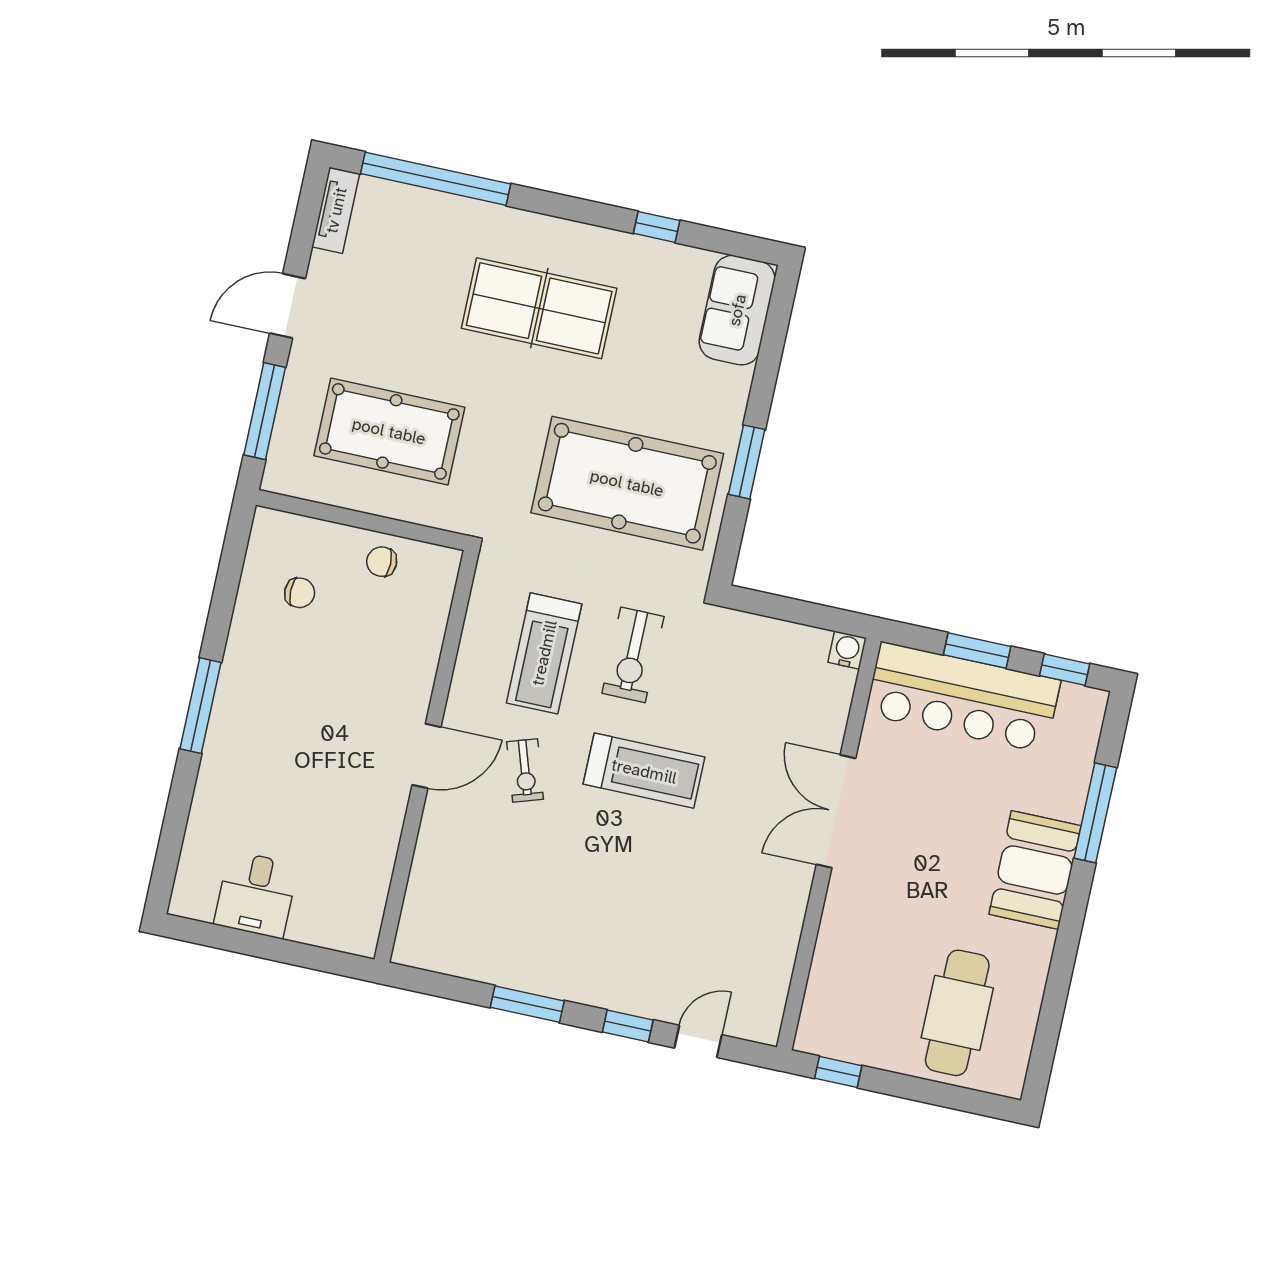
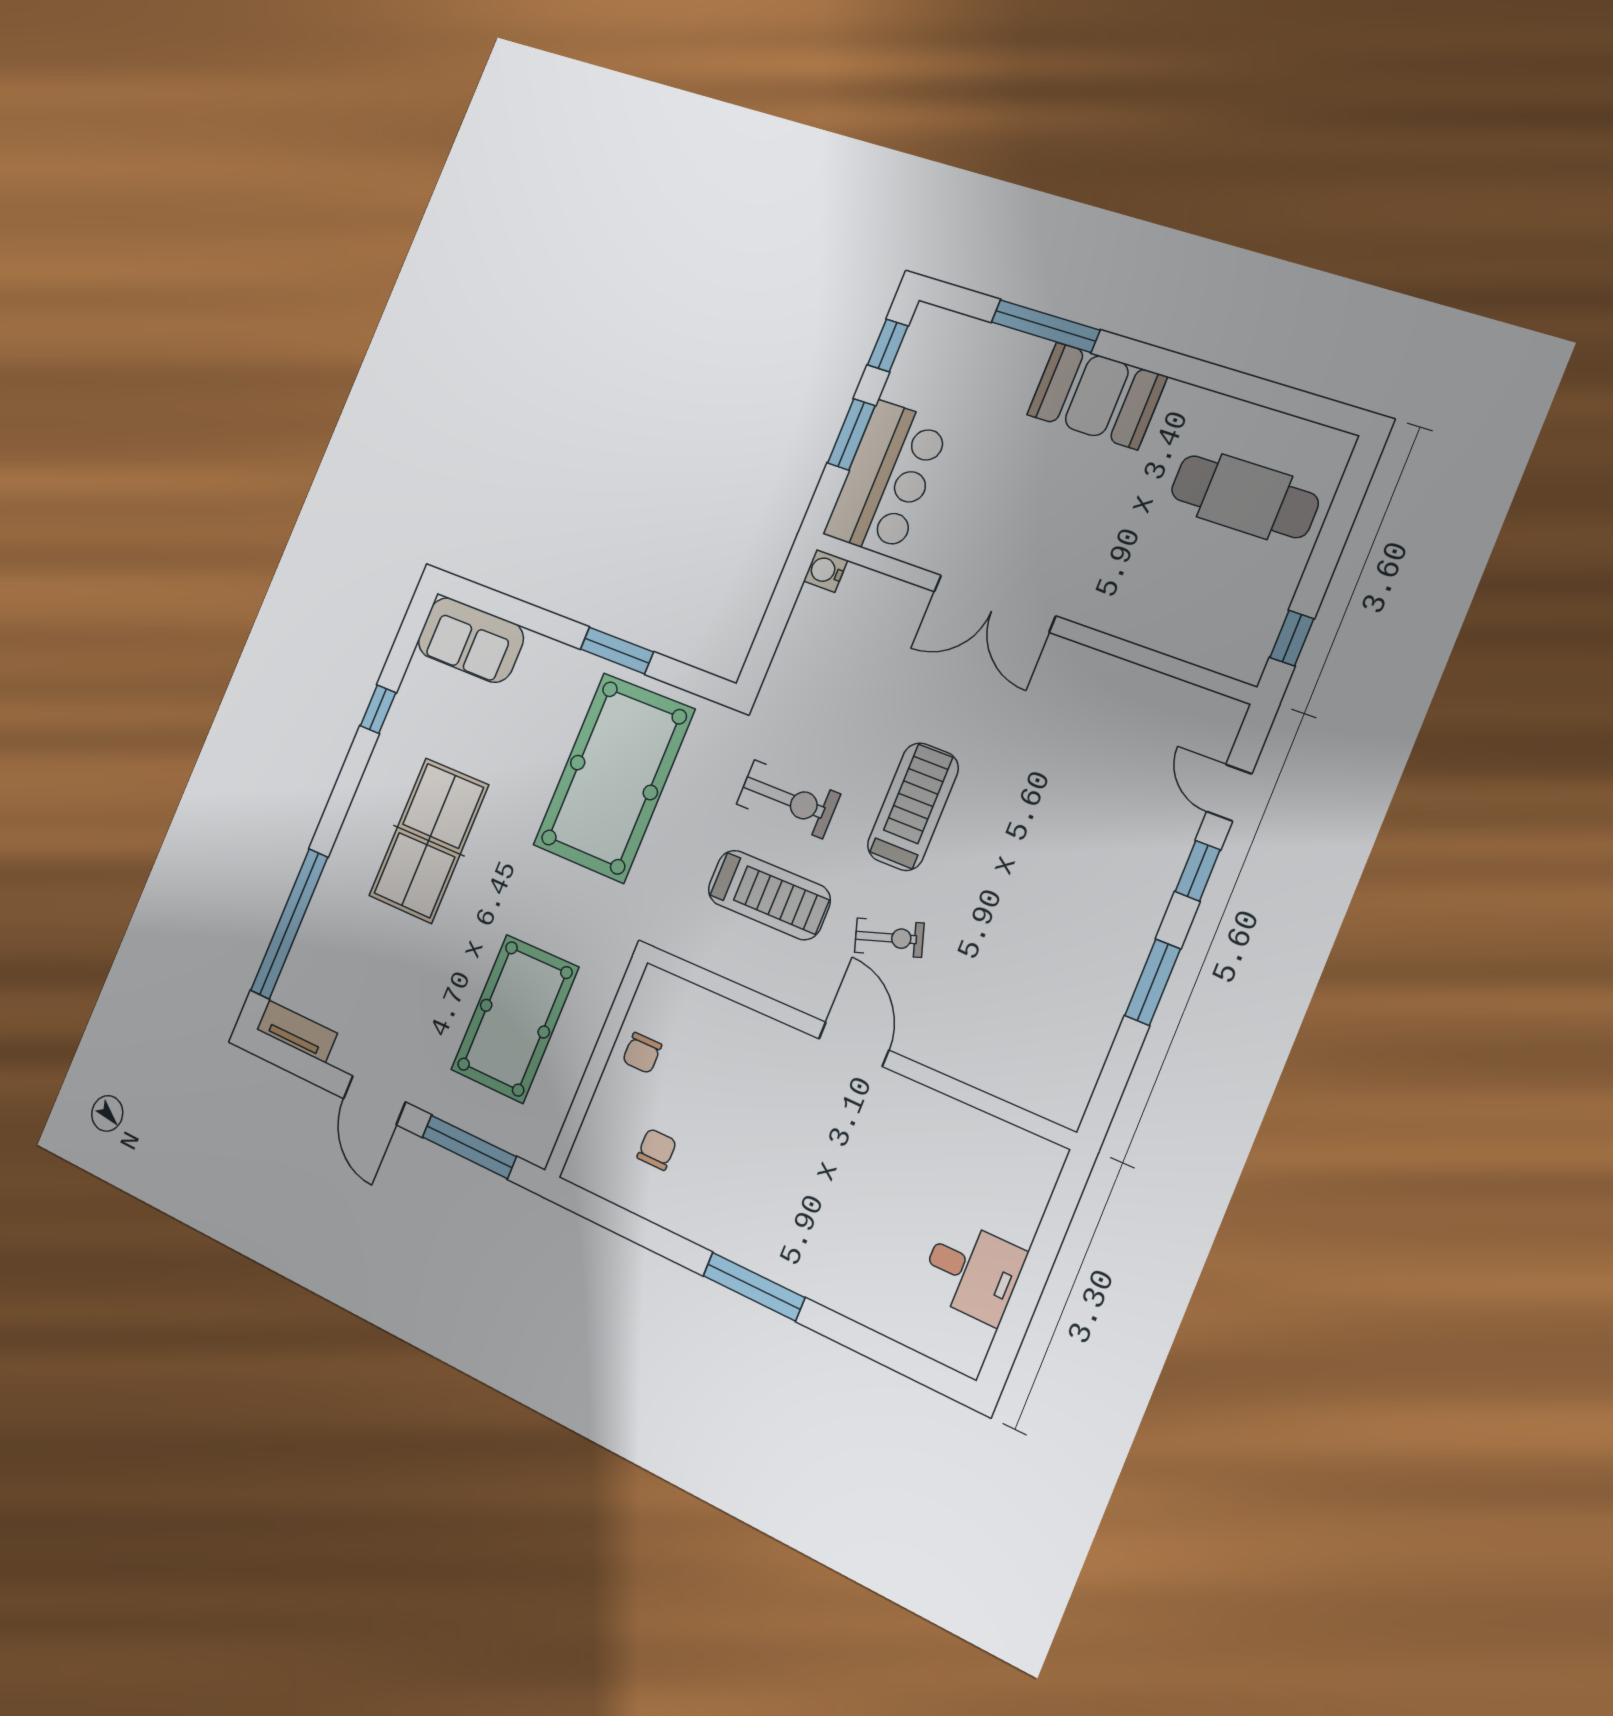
bar counter: (963, 697) -> (887, 479), width x0.73

